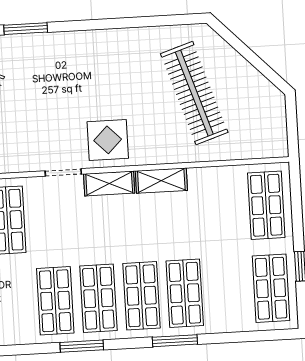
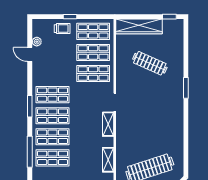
display table: (108, 140) -> (129, 125), removed
shelving: (161, 181) -> (108, 160), moved
window: (175, 341) -> (30, 152), width x1.44

